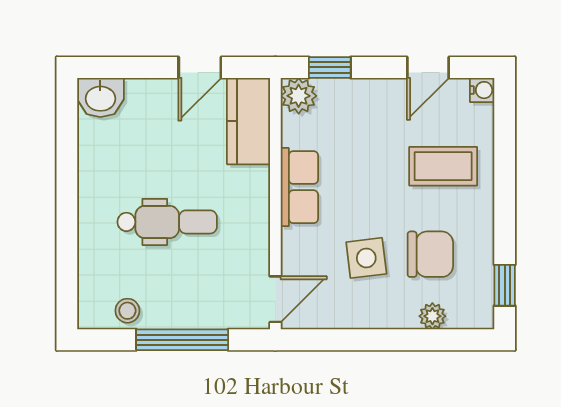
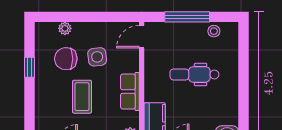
coffee table: (443, 166) -> (82, 97), moved, turned 90
window: (505, 285) -> (30, 67), moved

